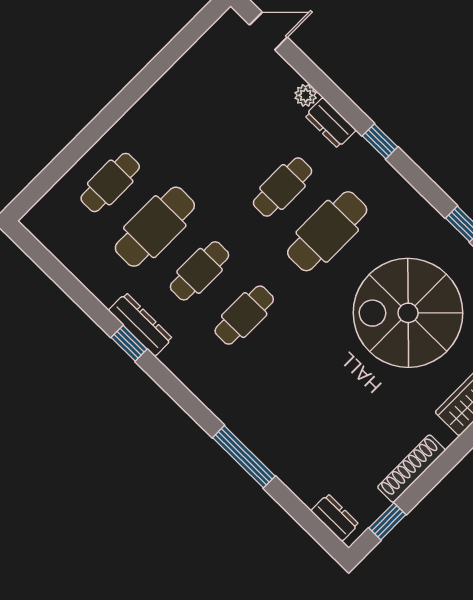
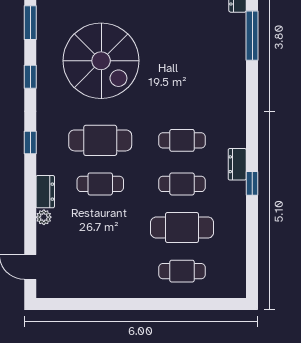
window: (380, 141) -> (30, 143), moved
dresser: (140, 324) -> (237, 164), moved, width x0.70
window: (244, 457) -> (252, 36), moved

